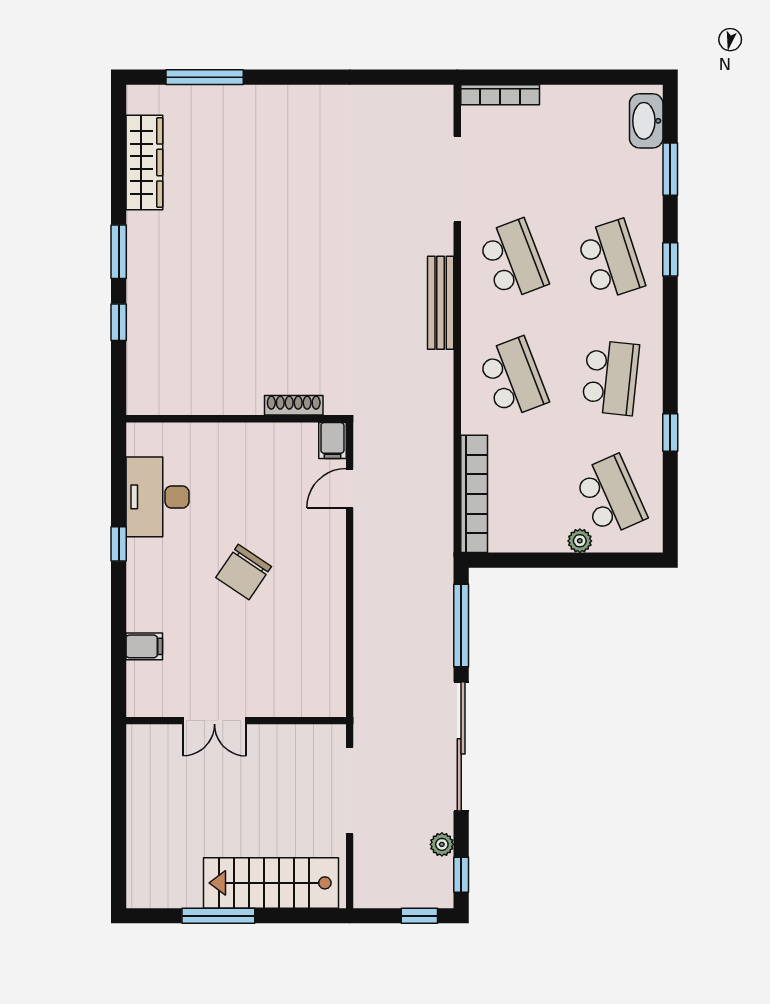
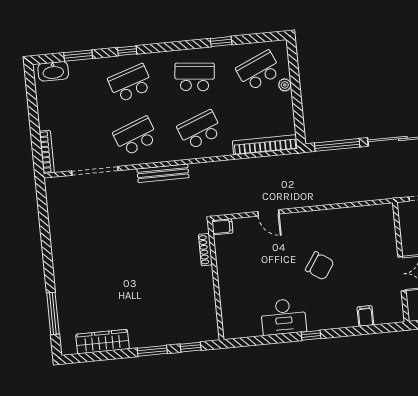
shoe rack: (294, 405) -> (205, 250), moved
wall: (236, 419) -> (216, 280), moved
filing cabinet: (332, 440) -> (222, 227), moved

